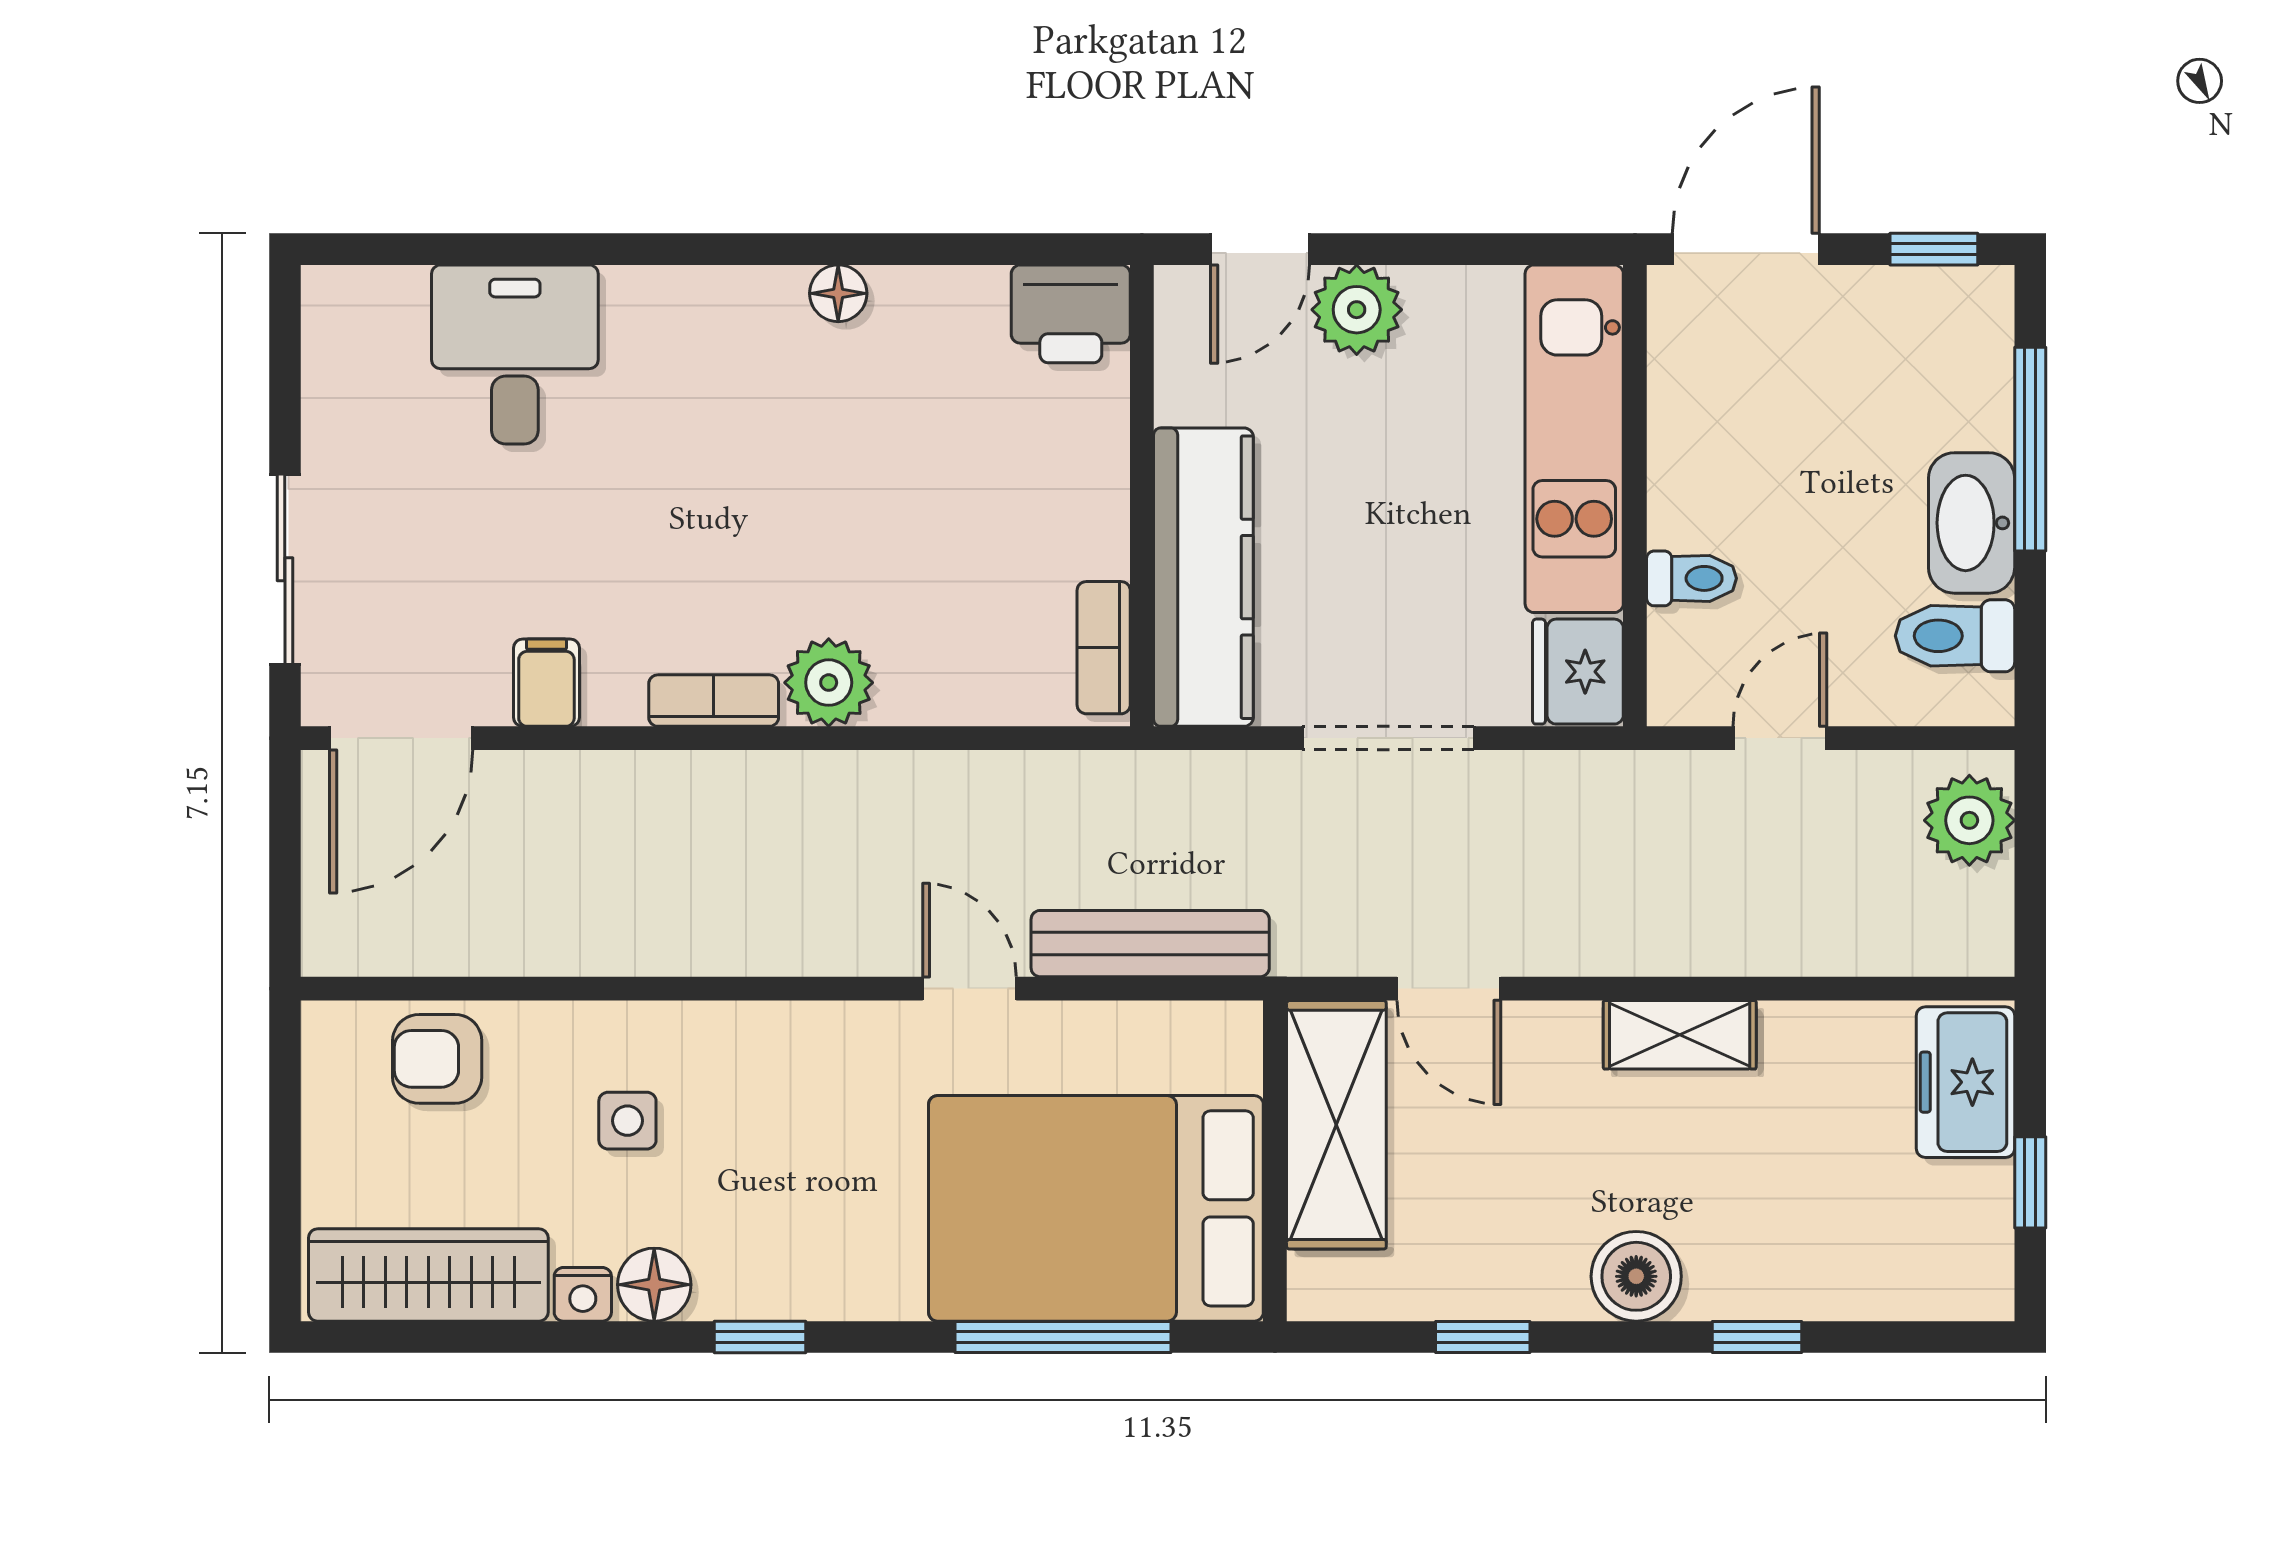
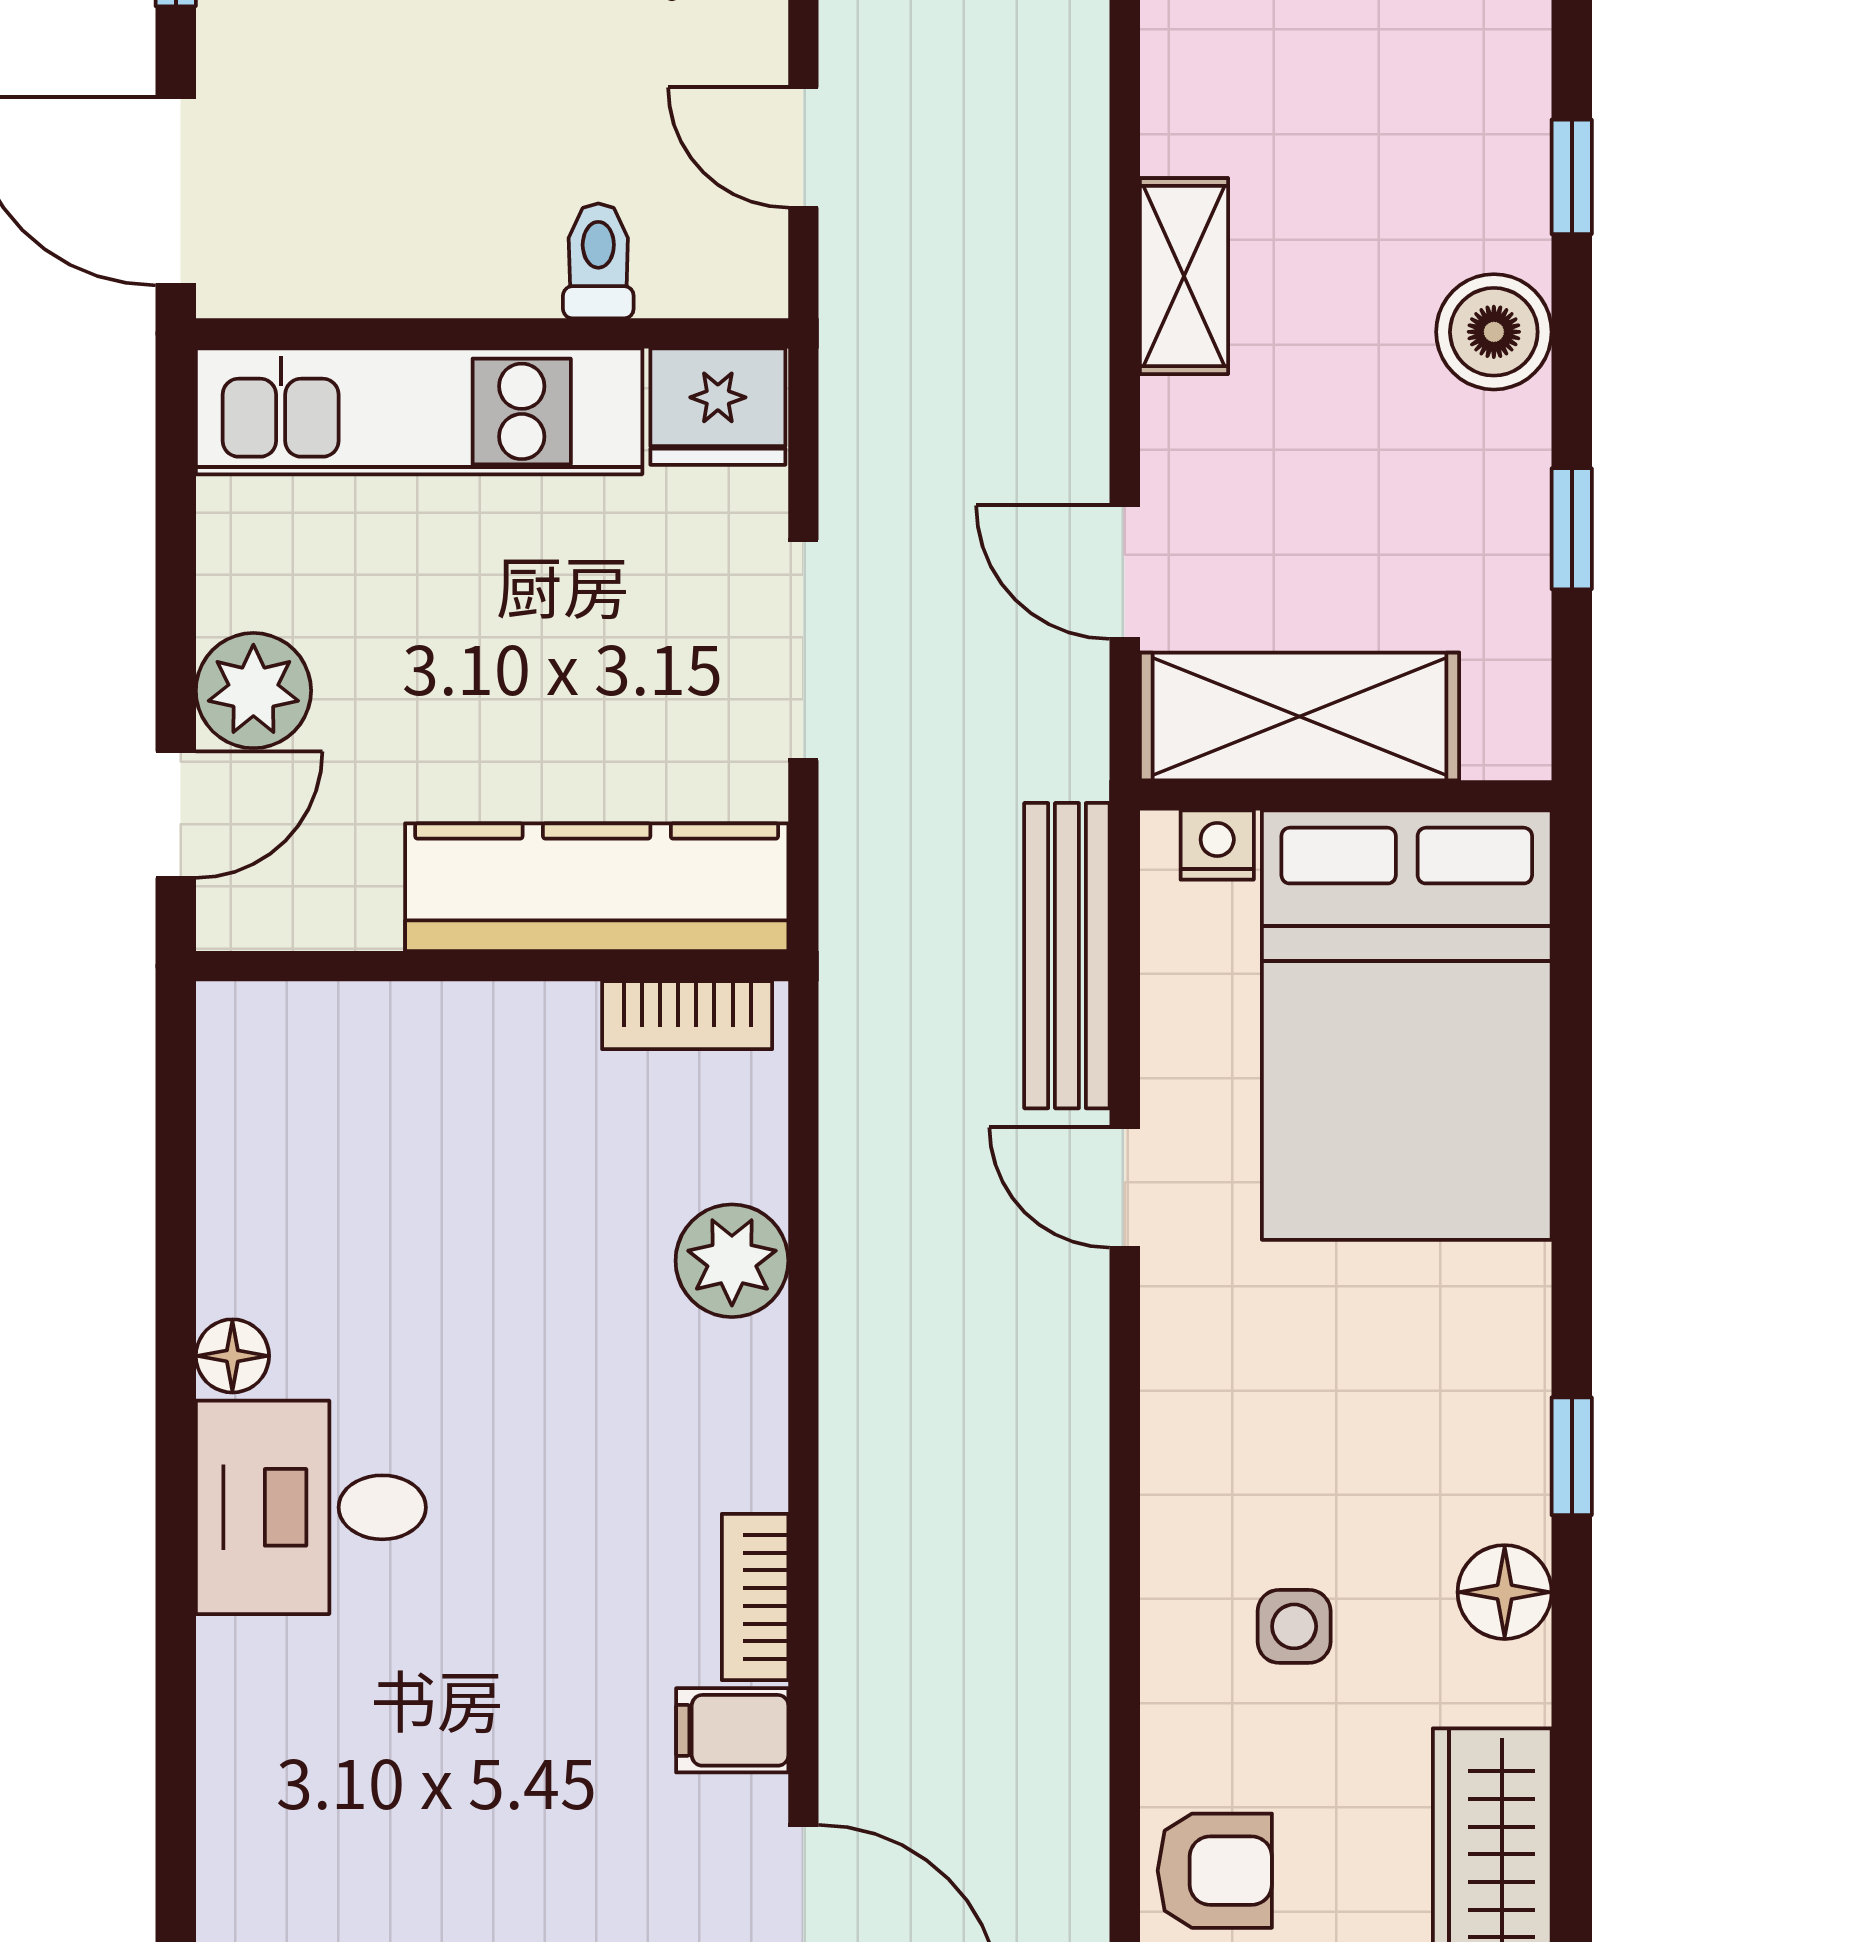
door: (1260, 249) -> (176, 815), hinge flipped
printer: (1071, 314) -> (259, 1057), removed
desk: (515, 354) -> (311, 1507), moved
plant: (829, 683) -> (732, 1261), moved
bookcase: (714, 701) -> (755, 1597), moved
door: (970, 989) -> (1125, 1187), hinge flipped
door: (1449, 989) -> (1125, 572), swing flipped
armchair: (437, 1059) -> (1215, 1871), turned -90
nightstand: (583, 1294) -> (1217, 845), moved, turned -90
window: (1063, 1337) -> (1572, 1067), removed

